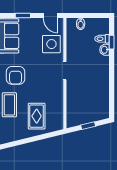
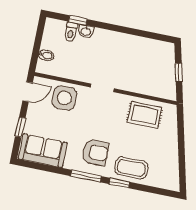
rug: (37, 116) -> (145, 115), moved

